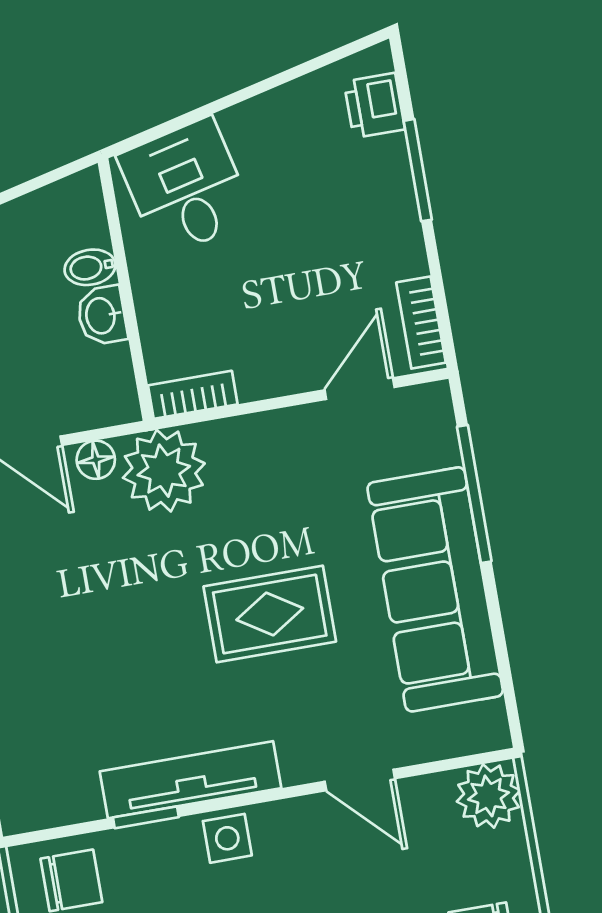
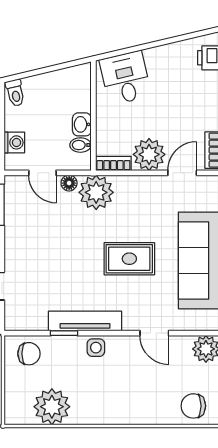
bidet: (90, 267) -> (80, 145), moved
plant: (273, 359) -> (149, 154), added

